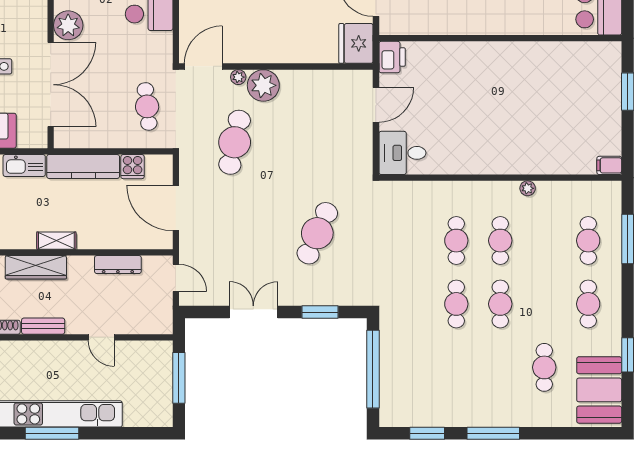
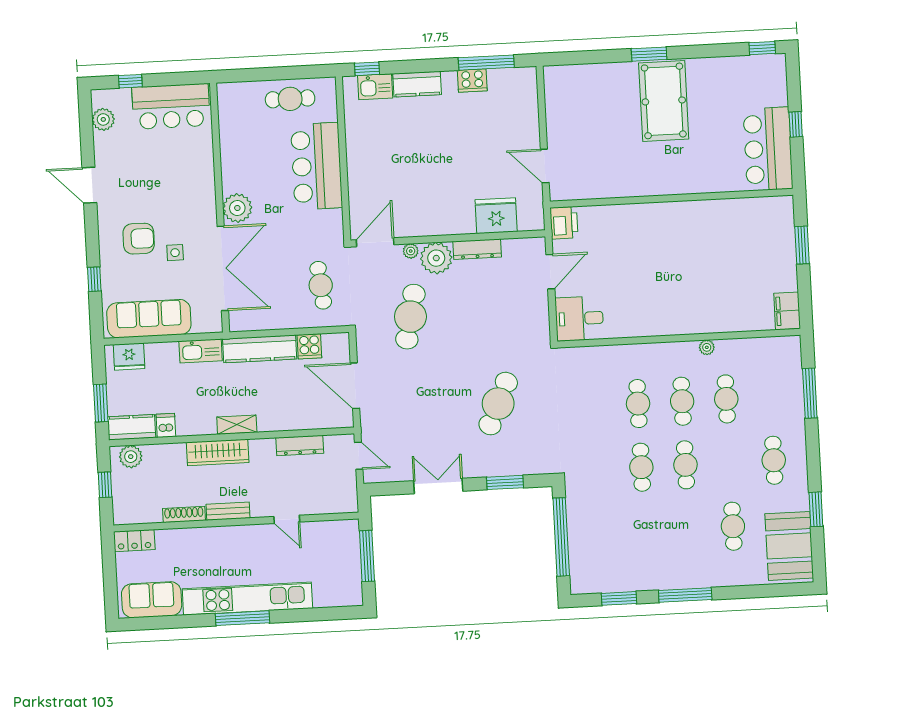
fridge: (356, 43) -> (496, 216), moved, turned 90
dresser: (304, 79) -> (477, 249), added
filing cabinet: (609, 165) -> (787, 311), width x2.00
cafe table: (588, 241) -> (726, 399), moved

